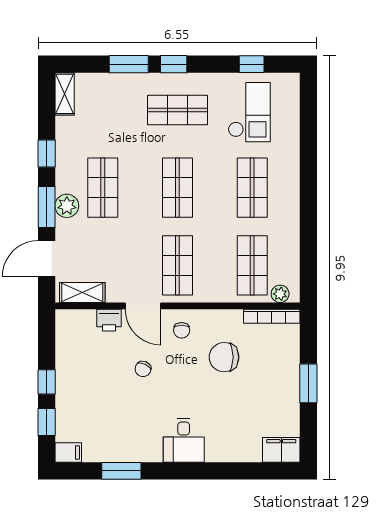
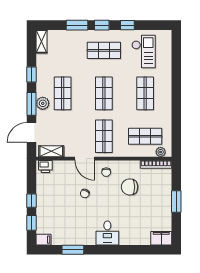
window: (252, 64) -> (127, 25), moved
shop shelf: (252, 265) -> (145, 136), turned 90
printer: (109, 320) -> (45, 166), moved

